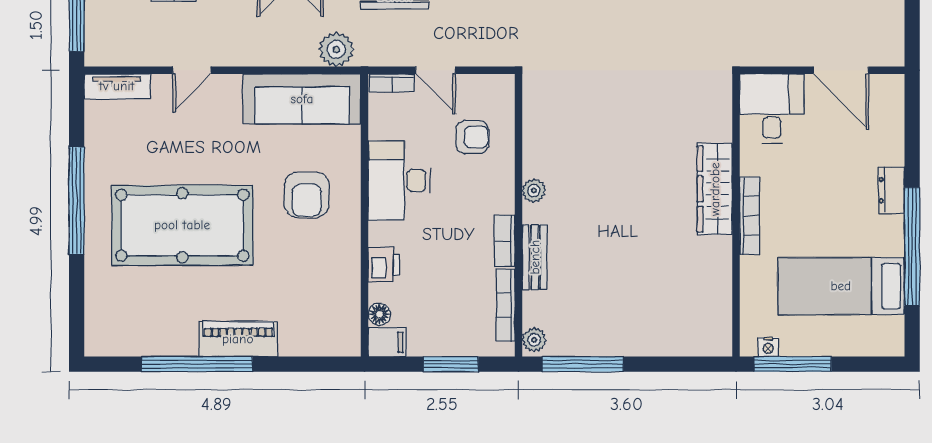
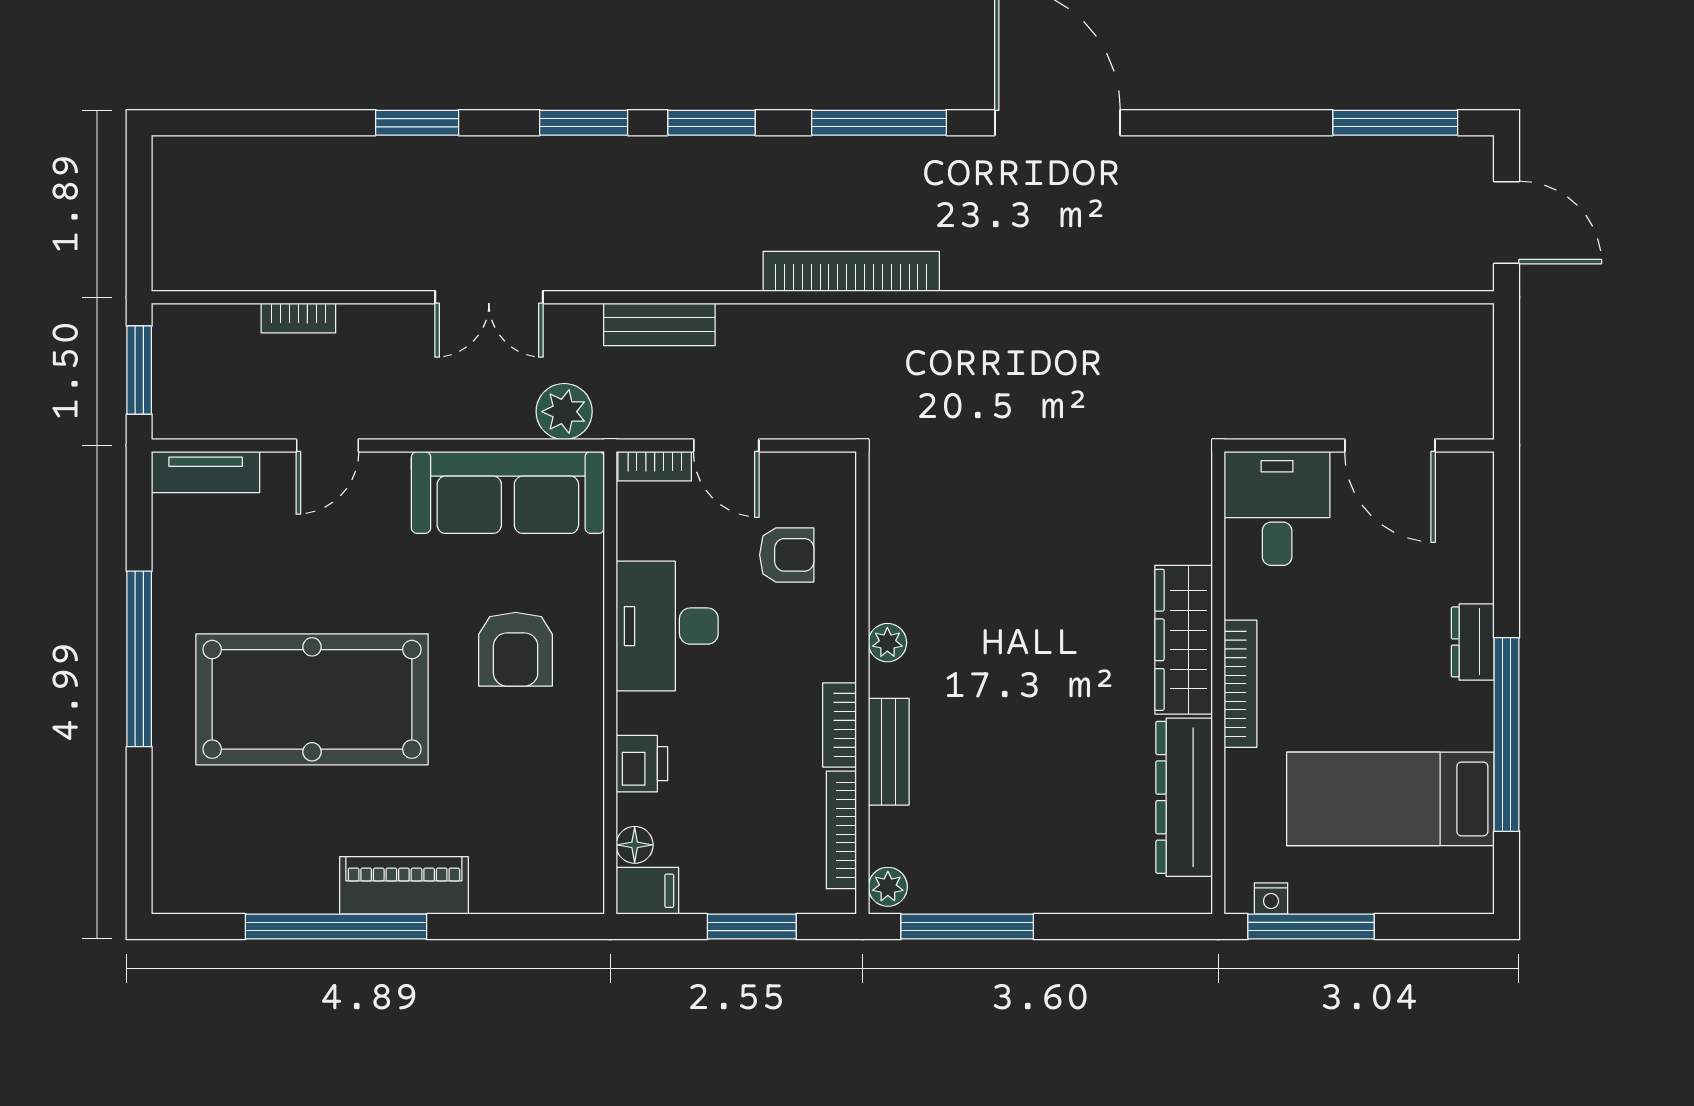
dresser: (715, 285) -> (1184, 797), added

